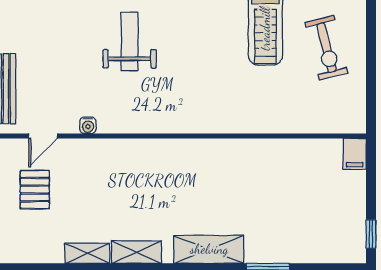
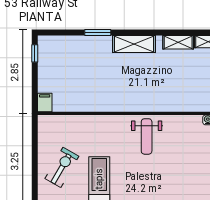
weight bench: (130, 41) -> (147, 136), moved
exercise bike: (327, 48) -> (62, 167), turned 44

